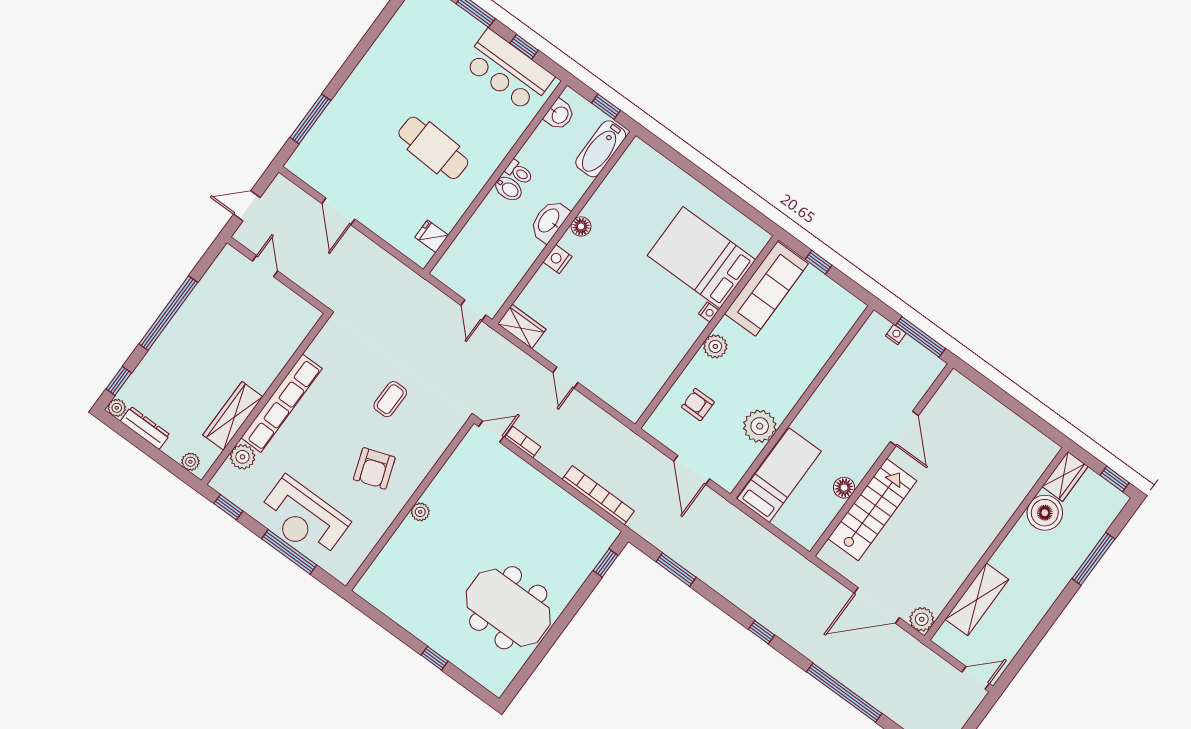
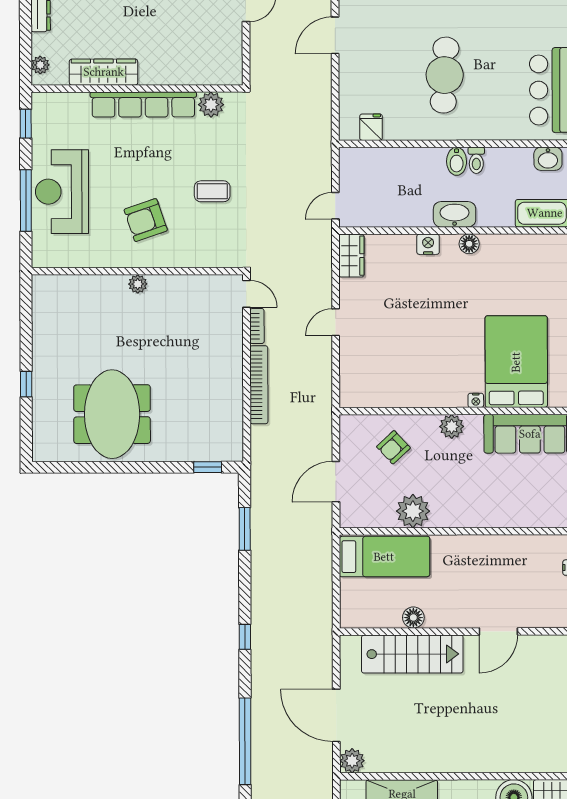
armchair: (698, 405) -> (393, 447), turned -133
plant: (242, 457) -> (211, 105), moved
bookcase: (598, 495) -> (259, 385), moved

